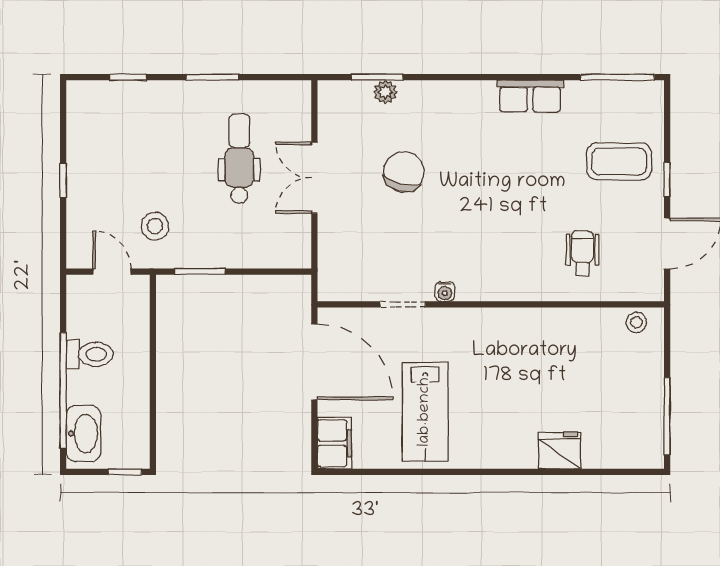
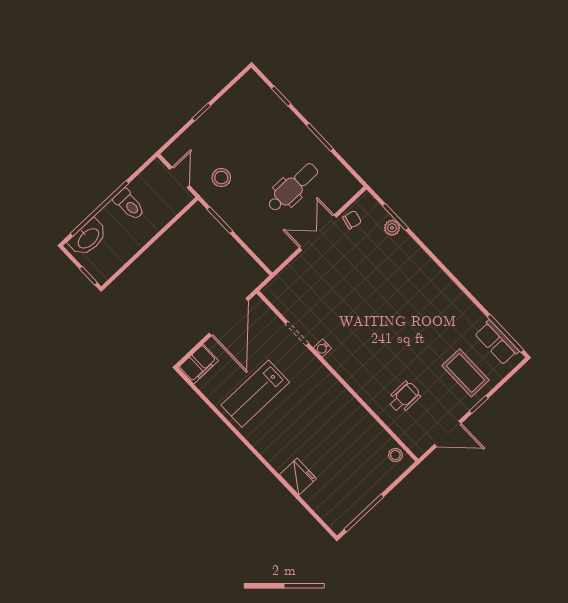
row of seats: (530, 96) -> (497, 342), moved
chair: (404, 172) -> (352, 220), moved, width x0.54, depth x0.54

